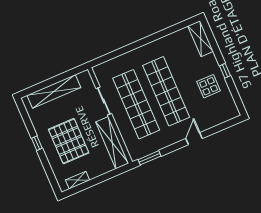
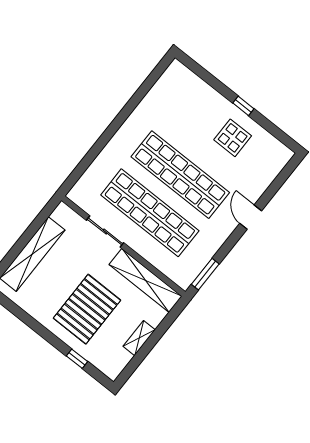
shelving: (201, 39) -> (188, 81), removed
pallet: (69, 141) -> (87, 309), turned 90
window: (37, 143) -> (77, 359), moved
shelving: (78, 180) -> (139, 338), moved

